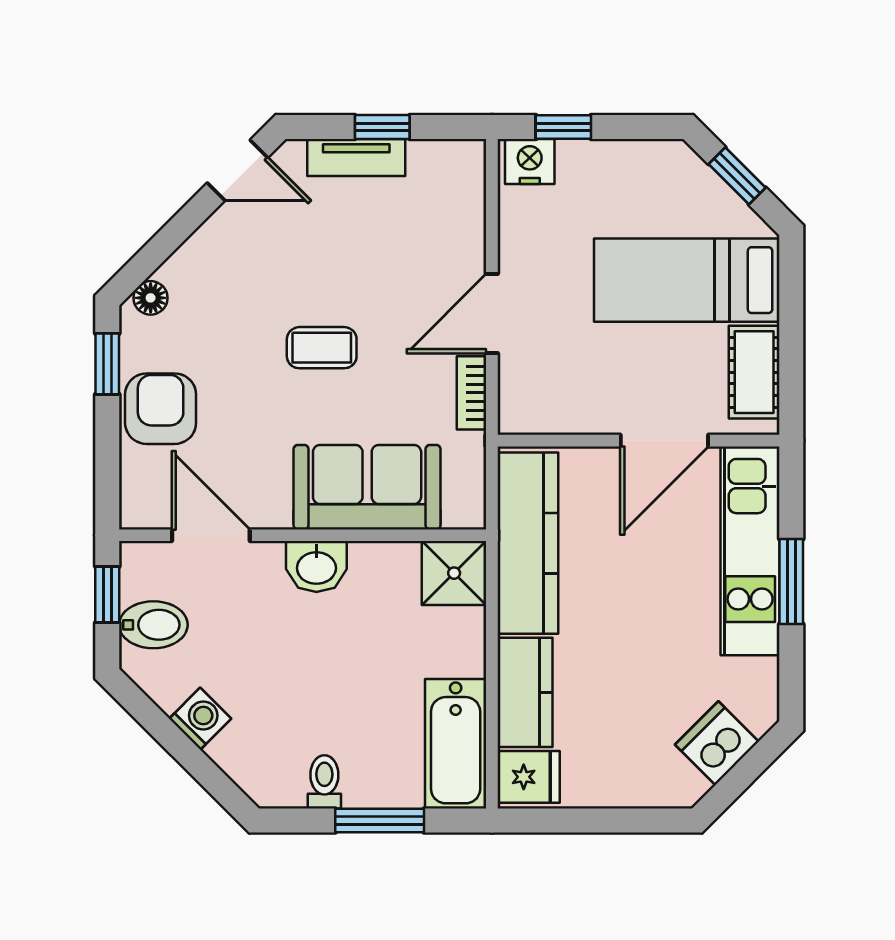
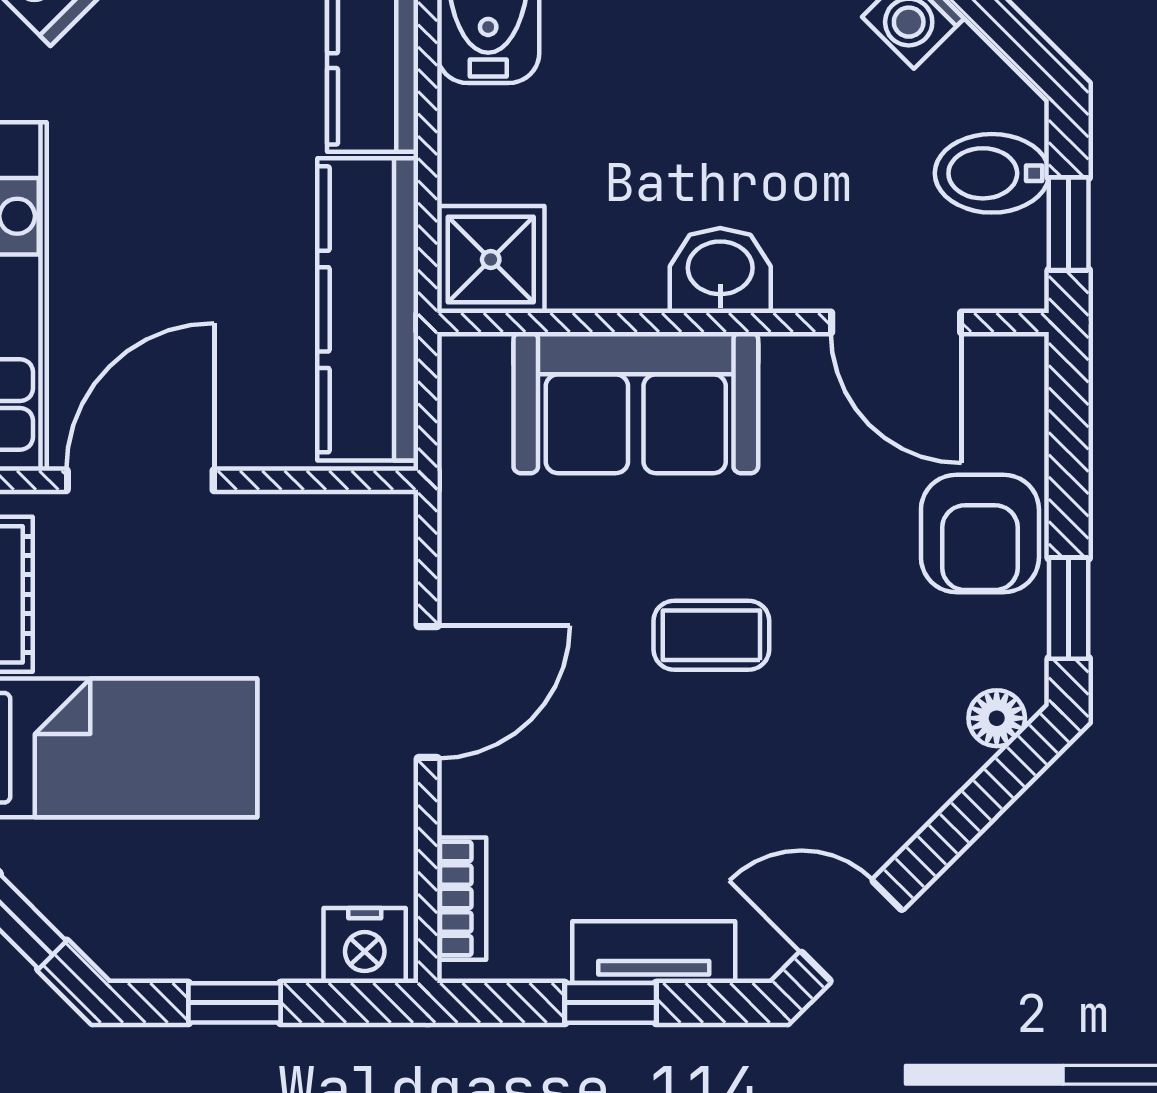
window: (563, 127) -> (234, 1003), moved
bookcase: (472, 393) -> (462, 899), moved

